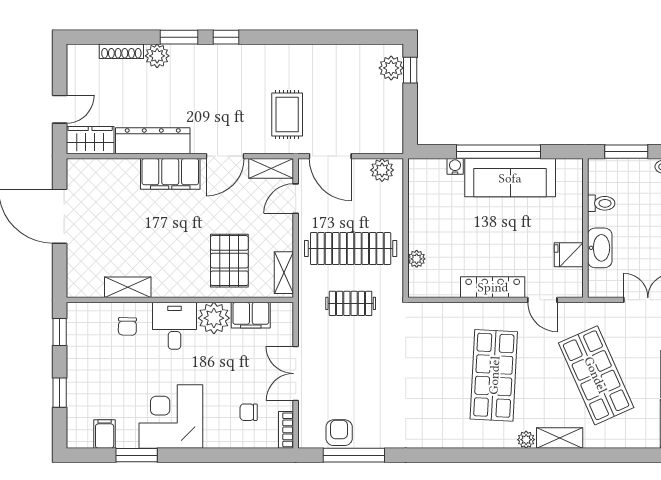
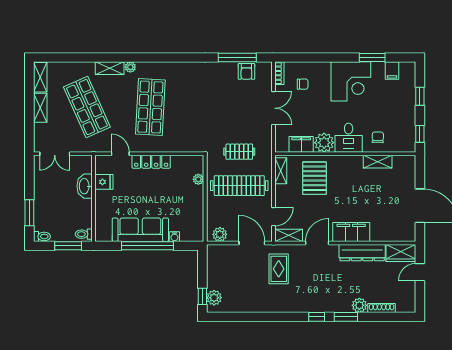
toilet: (601, 203) -> (84, 234), moved

